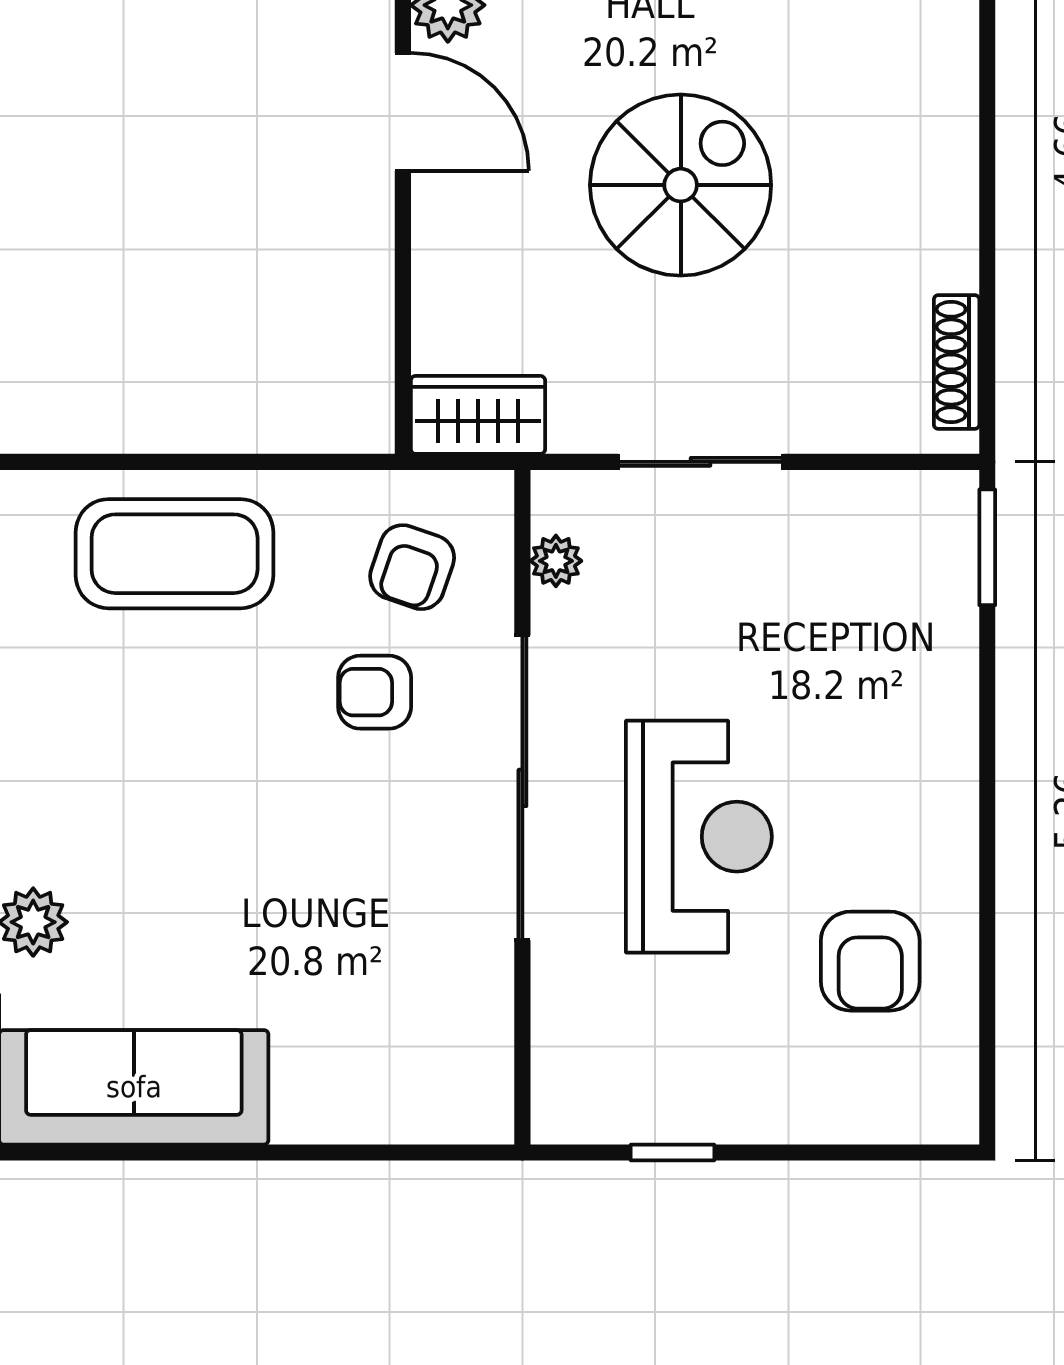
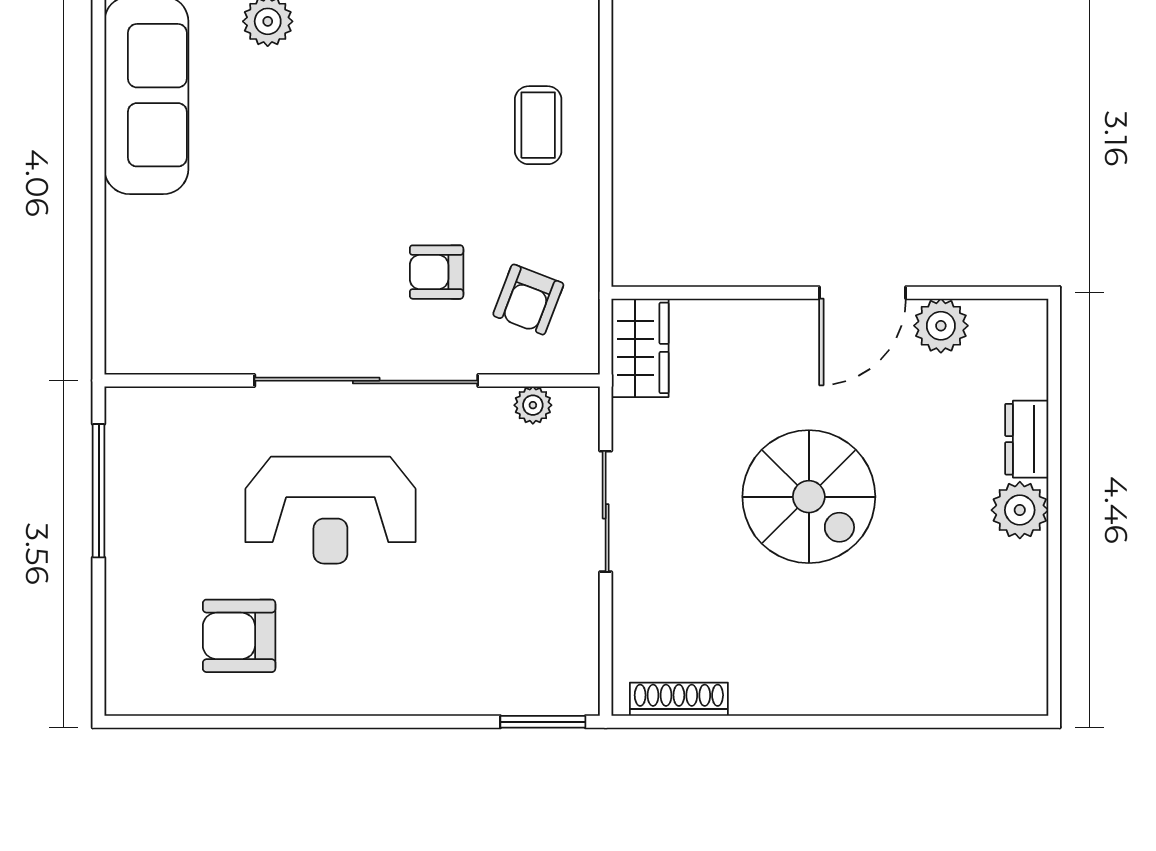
coffee table: (175, 554) -> (538, 125), width x0.54, depth x0.58
armchair: (412, 567) -> (528, 300), turned -88
armchair: (375, 692) -> (437, 272), turned -90
window: (672, 1152) -> (99, 491), width x2.17

